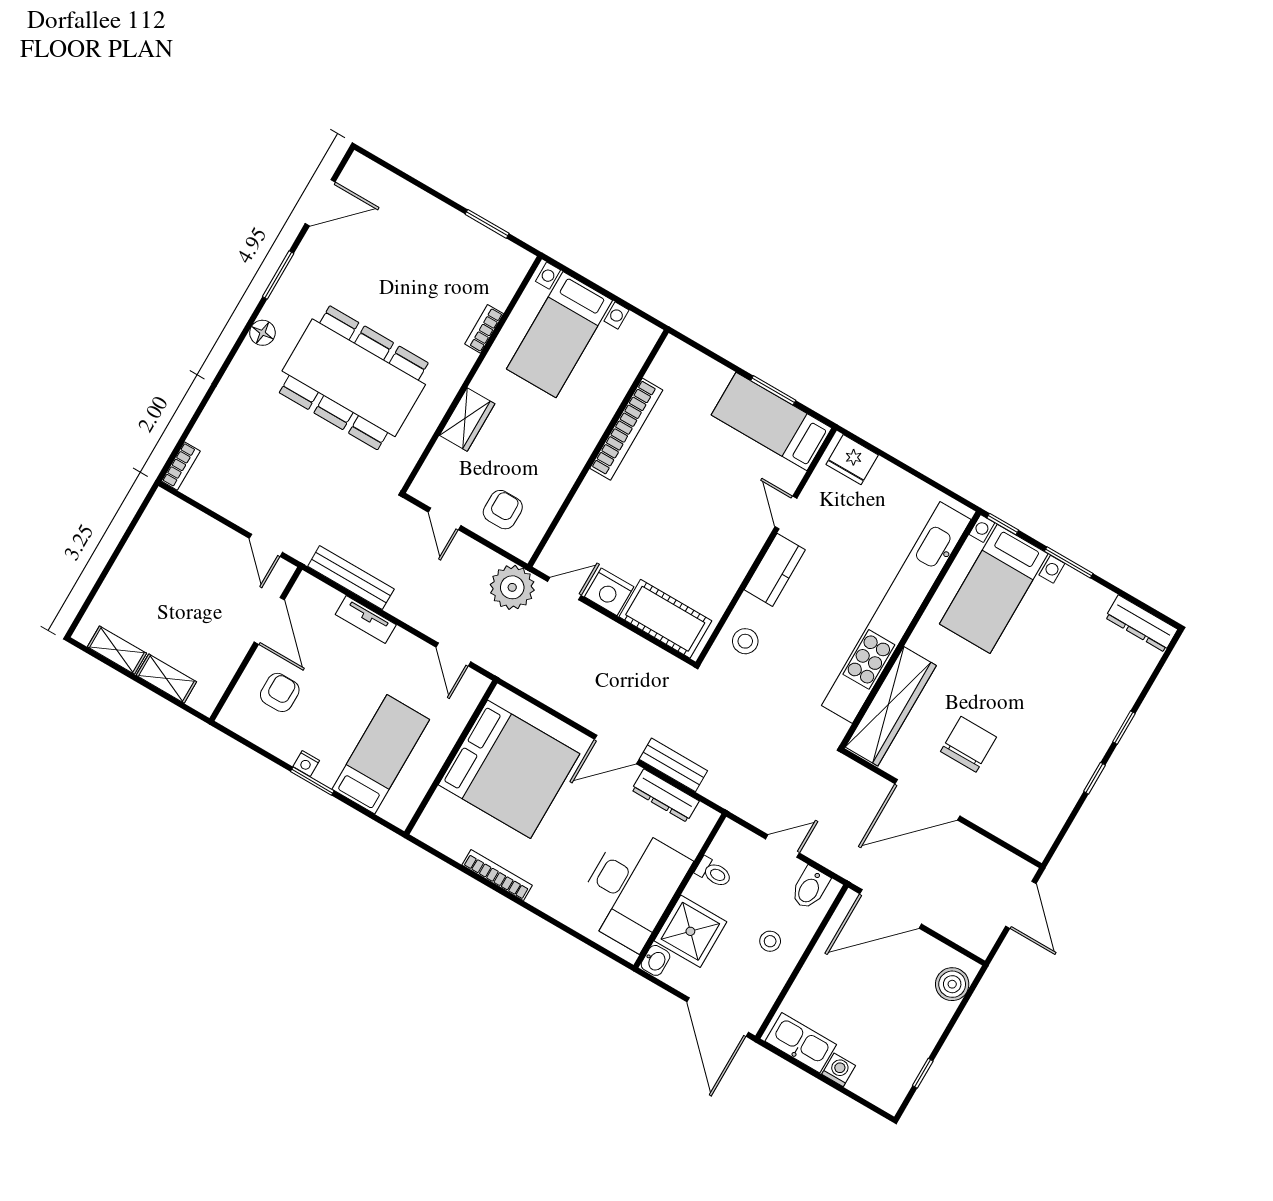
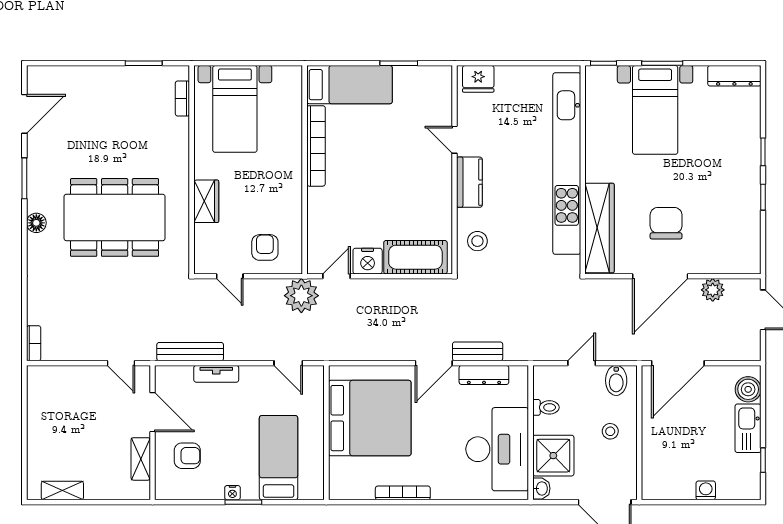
bookcase: (484, 329) -> (182, 98), moved
bed: (771, 421) -> (350, 85), moved, turned 180
bed with nightstands: (994, 589) -> (655, 110), moved
shelving: (166, 679) -> (141, 459), moved, turned 90
armchair: (280, 692) -> (187, 456), turned 90
plant: (977, 850) -> (713, 290), added
kitchen sink: (801, 1043) -> (748, 428), moved, turned -90

